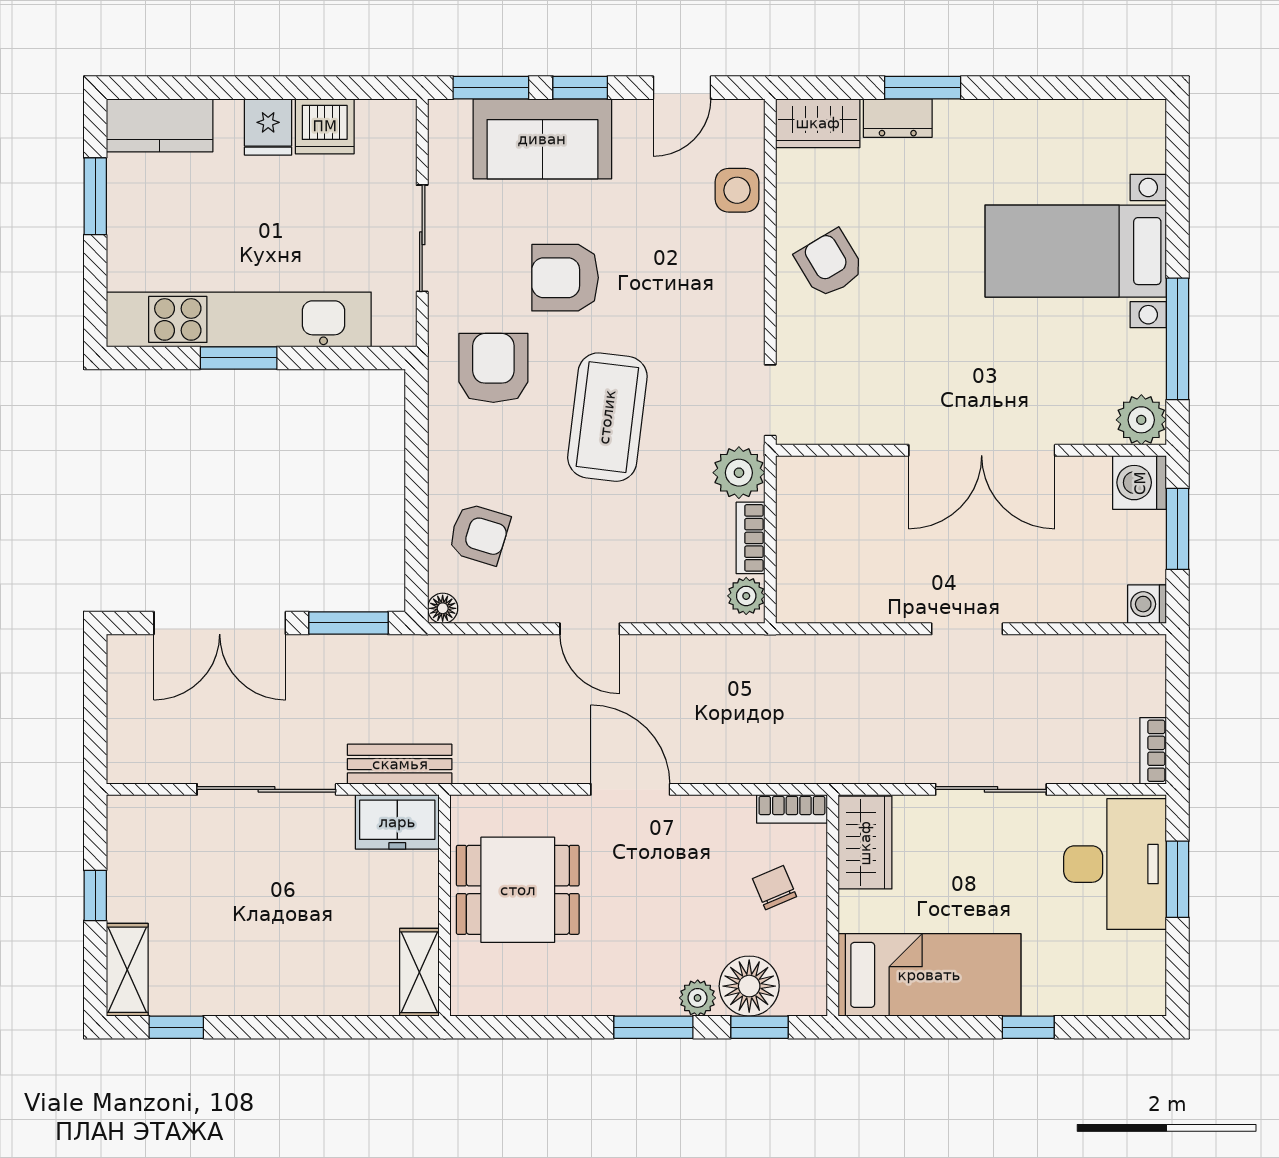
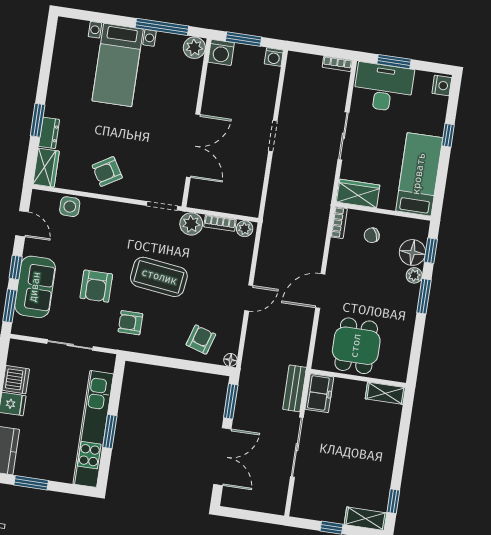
armchair: (493, 368) -> (130, 323), width x0.72, depth x0.72
double door: (982, 450) -> (193, 146), moved
nightstand: (1139, 996) -> (442, 85), added

